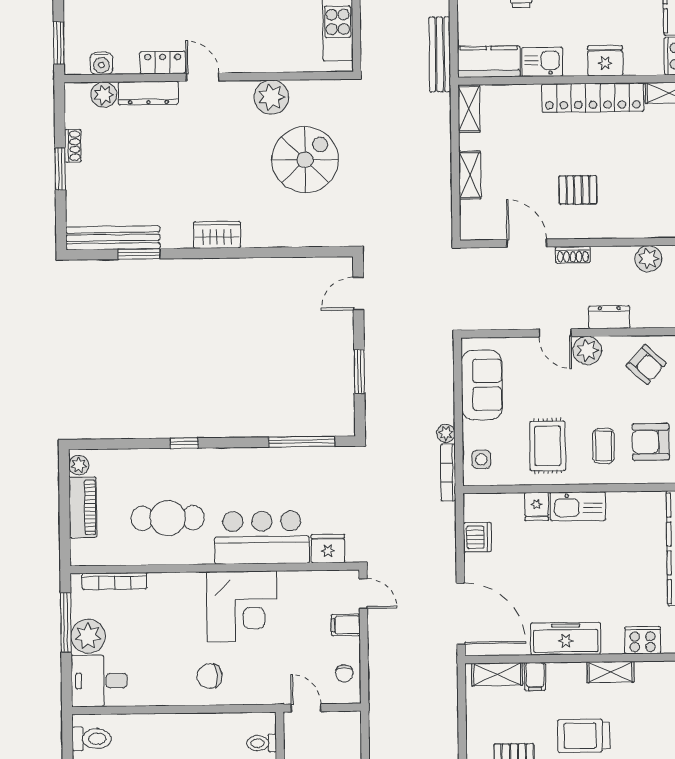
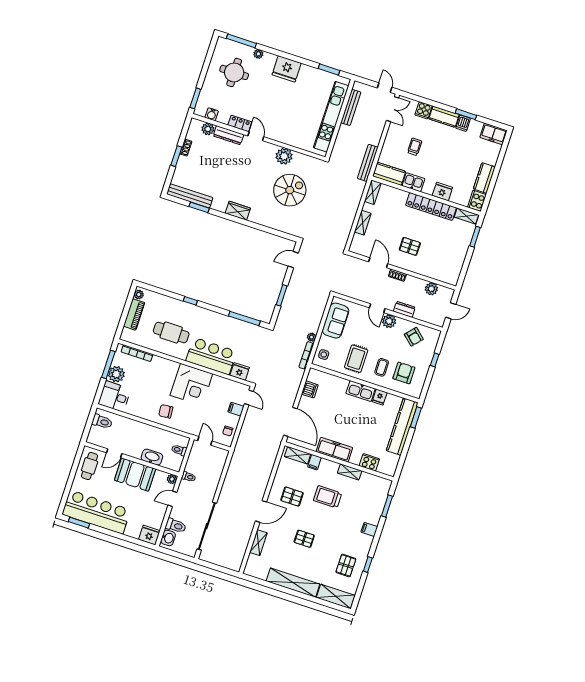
armchair: (651, 442) -> (404, 373), turned 90
fridge: (537, 506) -> (380, 397), moved

